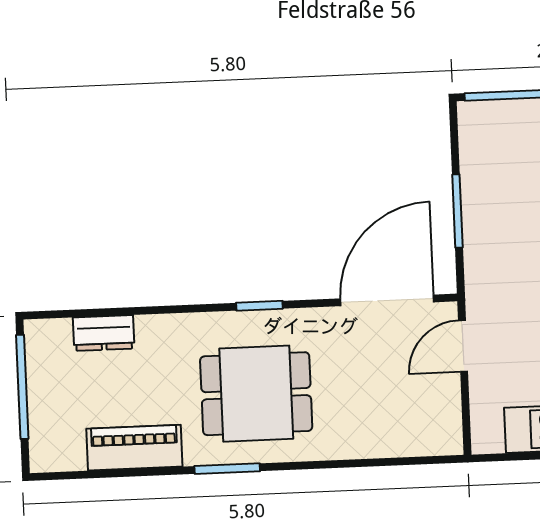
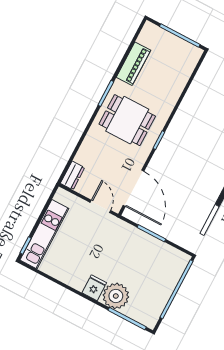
dresser: (104, 333) -> (73, 175), moved, turned 180
dining table: (256, 394) -> (127, 120), turned 90

